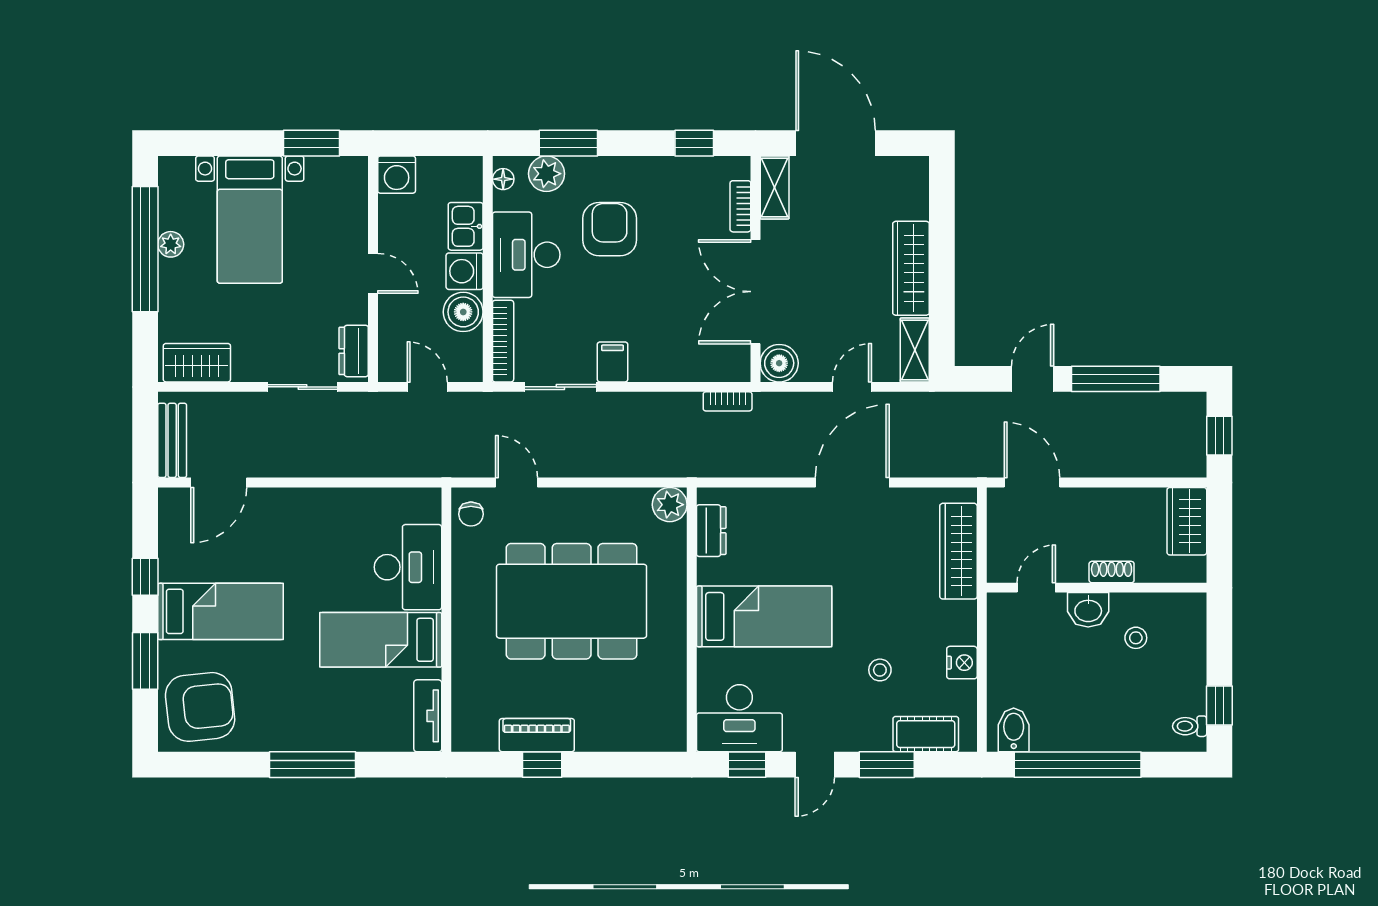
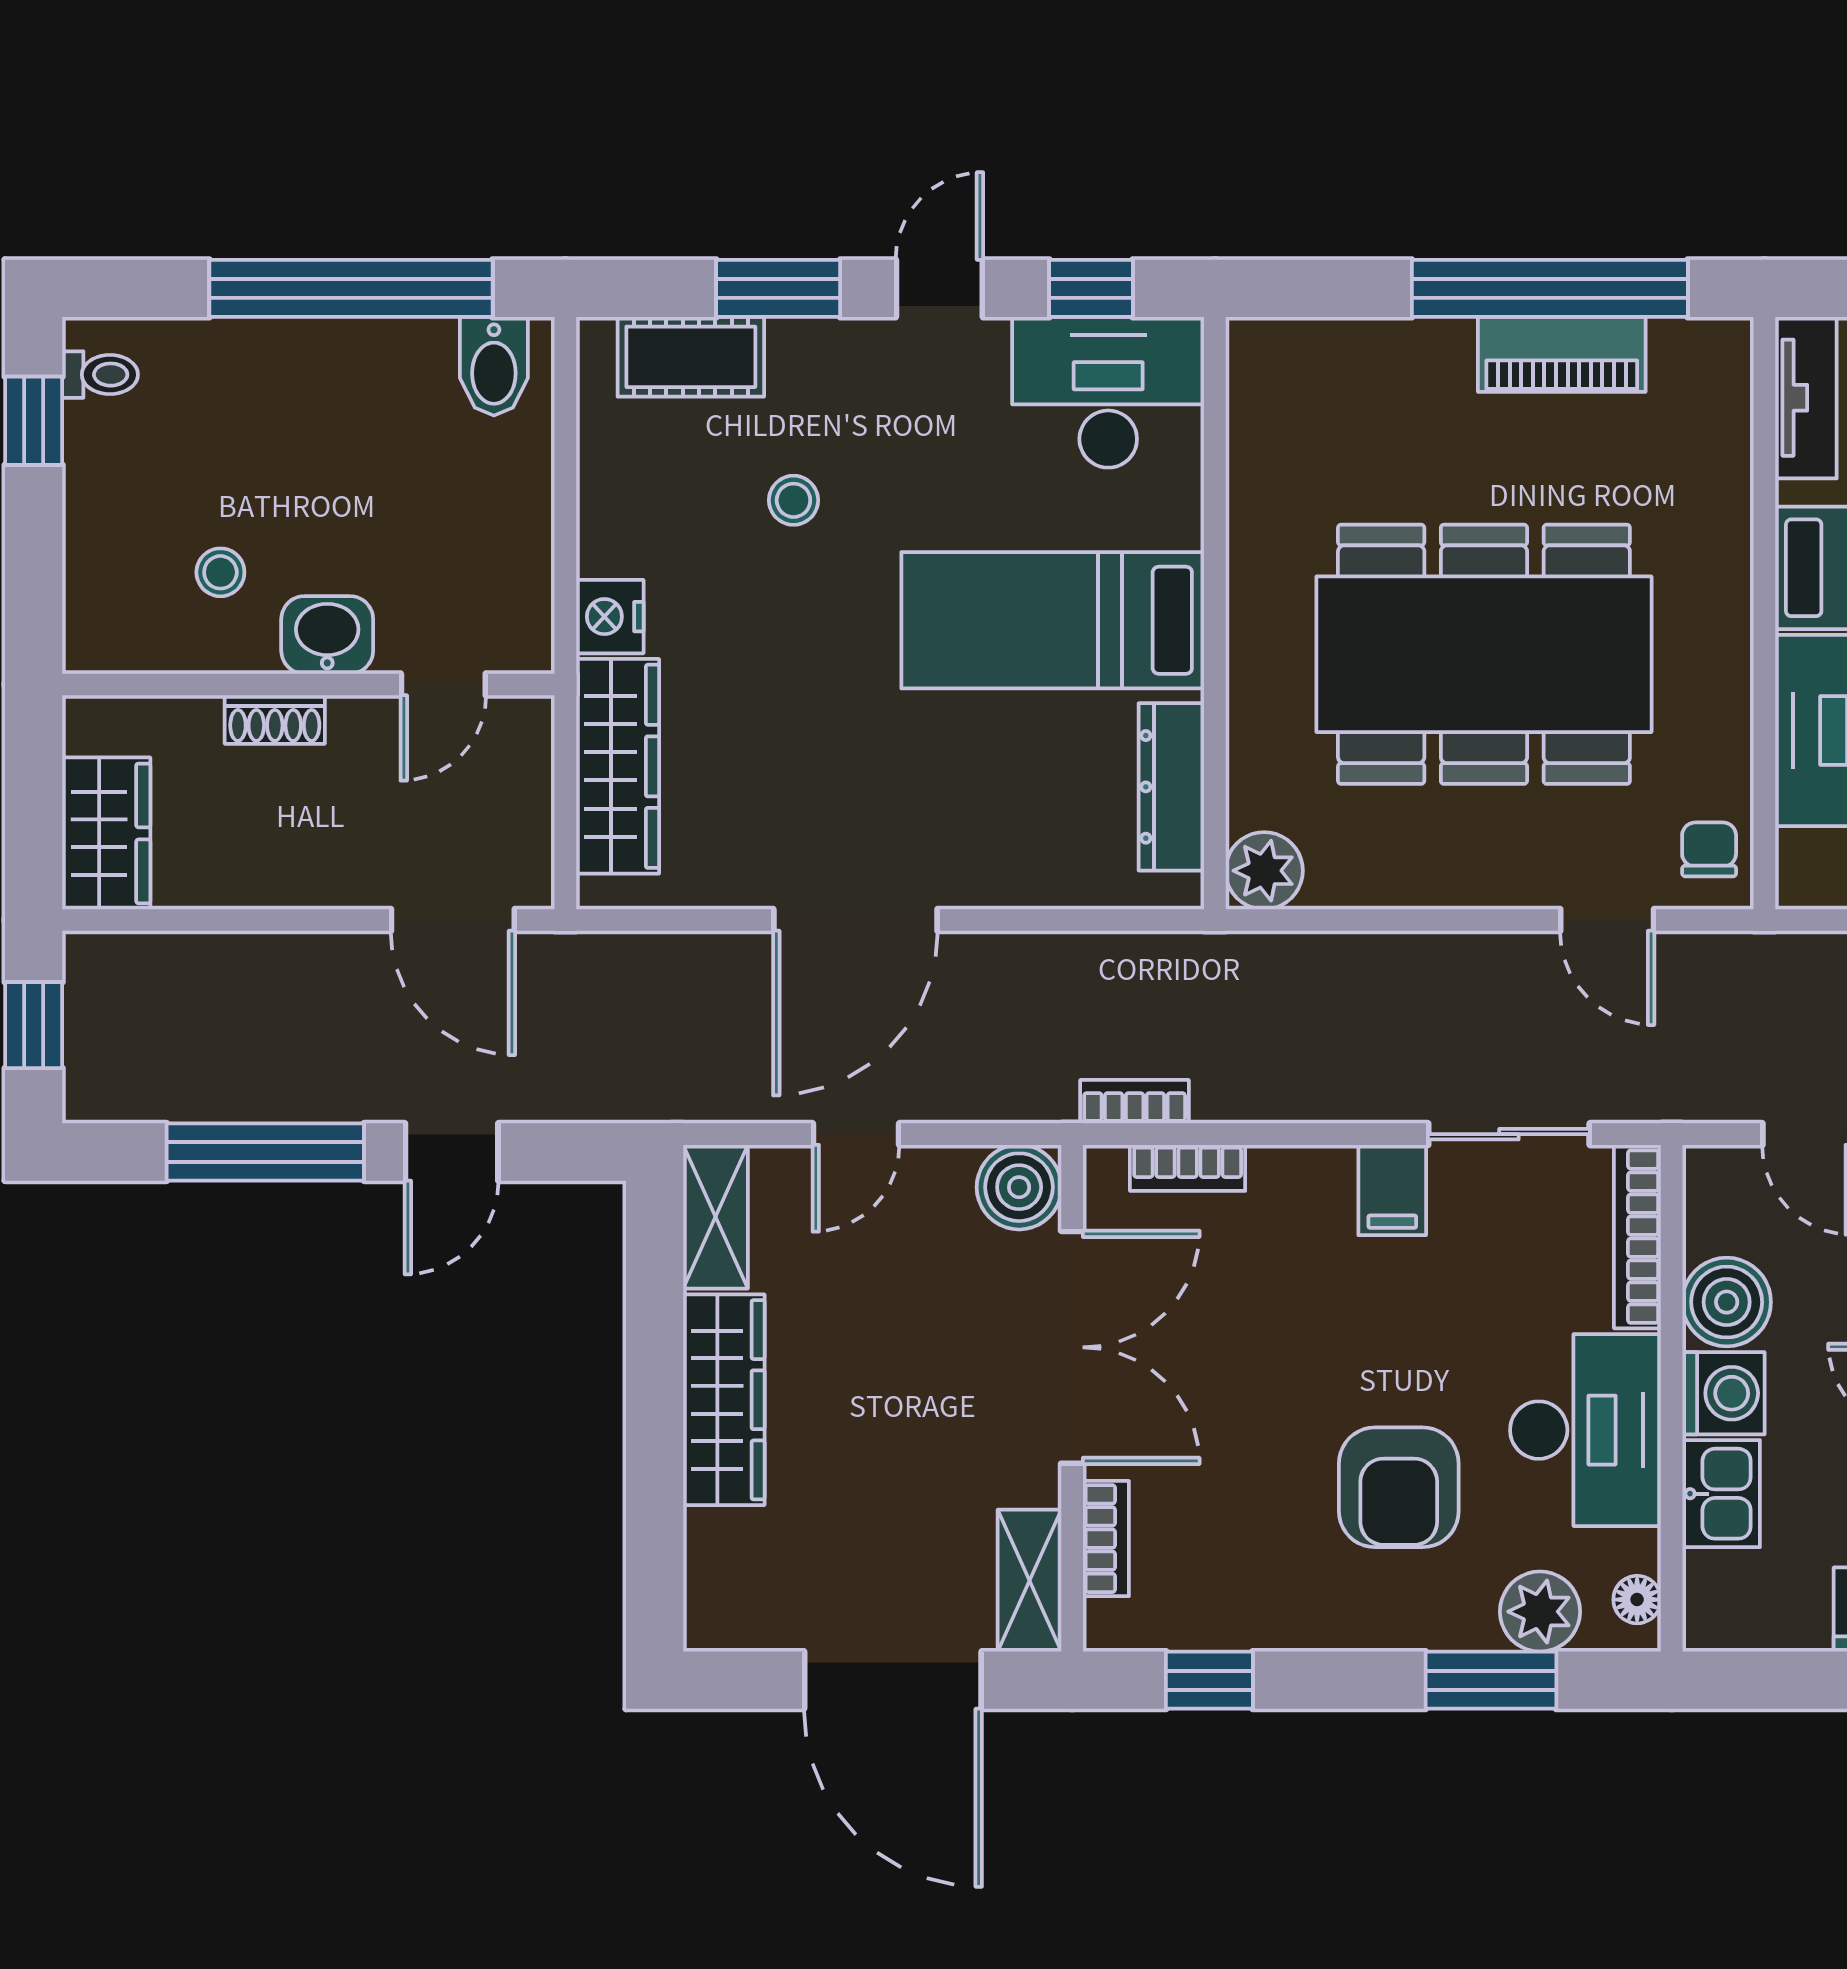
bookcase: (704, 372) -> (1188, 1168), added
dresser: (711, 531) -> (1171, 787), width x1.44
nightstand: (962, 663) -> (610, 617), moved
window: (542, 765) -> (1550, 288), width x3.17

